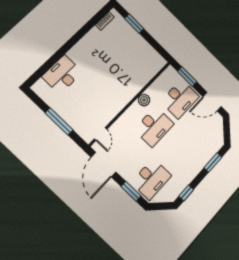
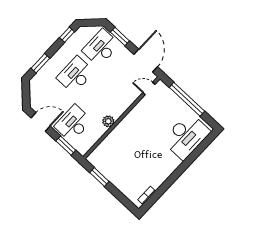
window: (134, 24) -> (99, 177), moved
desk: (62, 74) -> (186, 136), width x1.36, depth x1.30
window: (59, 121) -> (187, 99), width x1.46
desk: (154, 127) -> (75, 75), moved
door: (101, 134) -> (149, 89), hinge flipped

